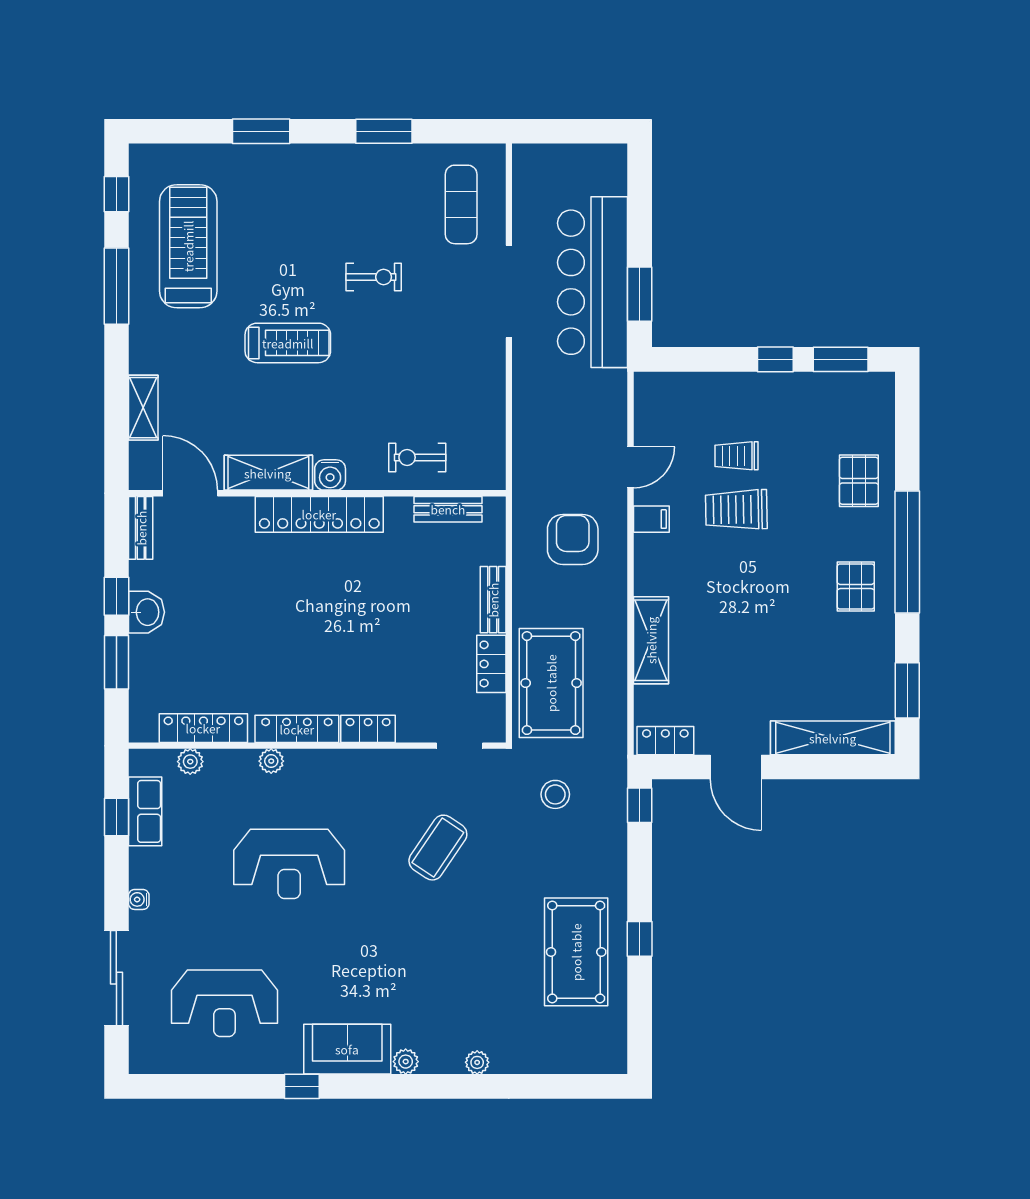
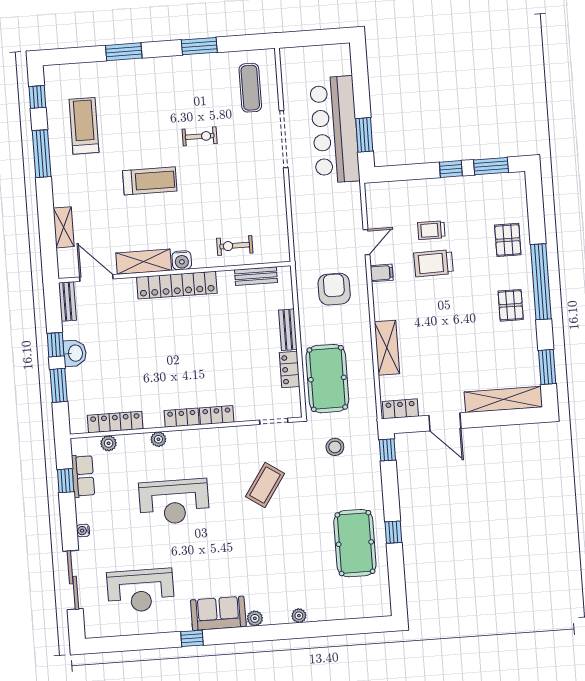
treadmill: (188, 246) -> (84, 126), width x0.73, depth x0.73
locker: (297, 729) -> (182, 418), width x0.66

